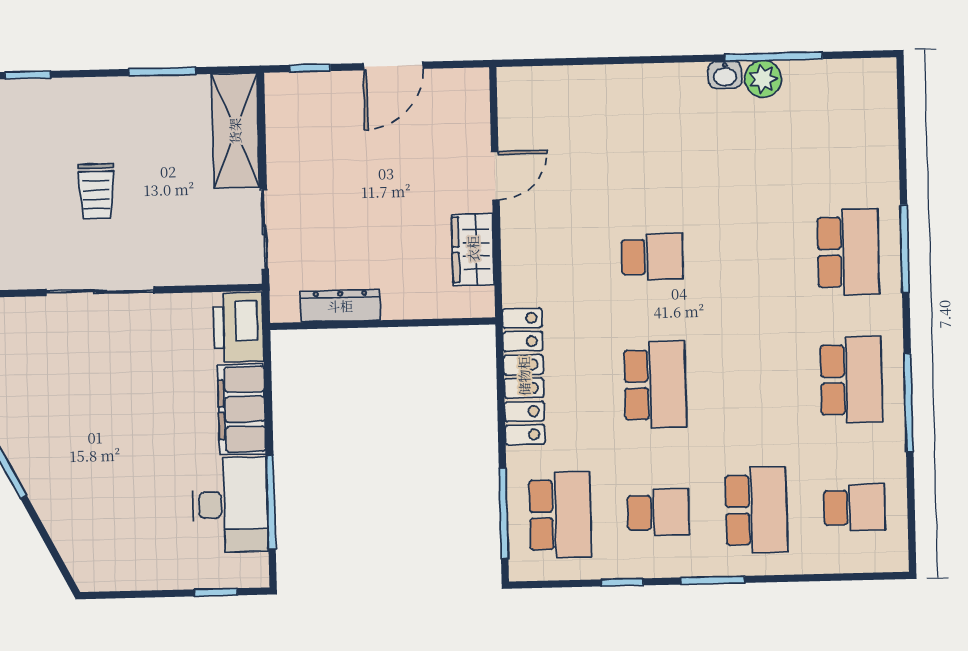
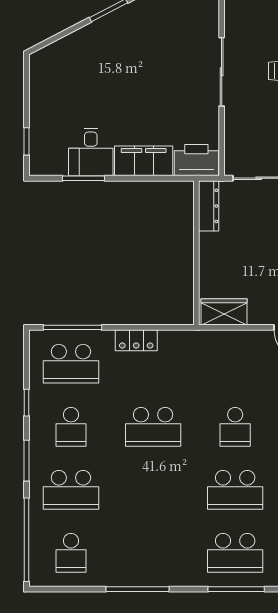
wardrobe: (473, 249) -> (224, 312), moved
dresser: (340, 306) -> (209, 206), moved
locker: (524, 376) -> (136, 340), width x0.46, depth x0.83
school desk: (851, 380) -> (235, 490), moved
window: (271, 502) -> (84, 178), width x0.69
desk: (230, 505) -> (91, 152), width x0.73
window: (836, 577) -> (27, 540), added

